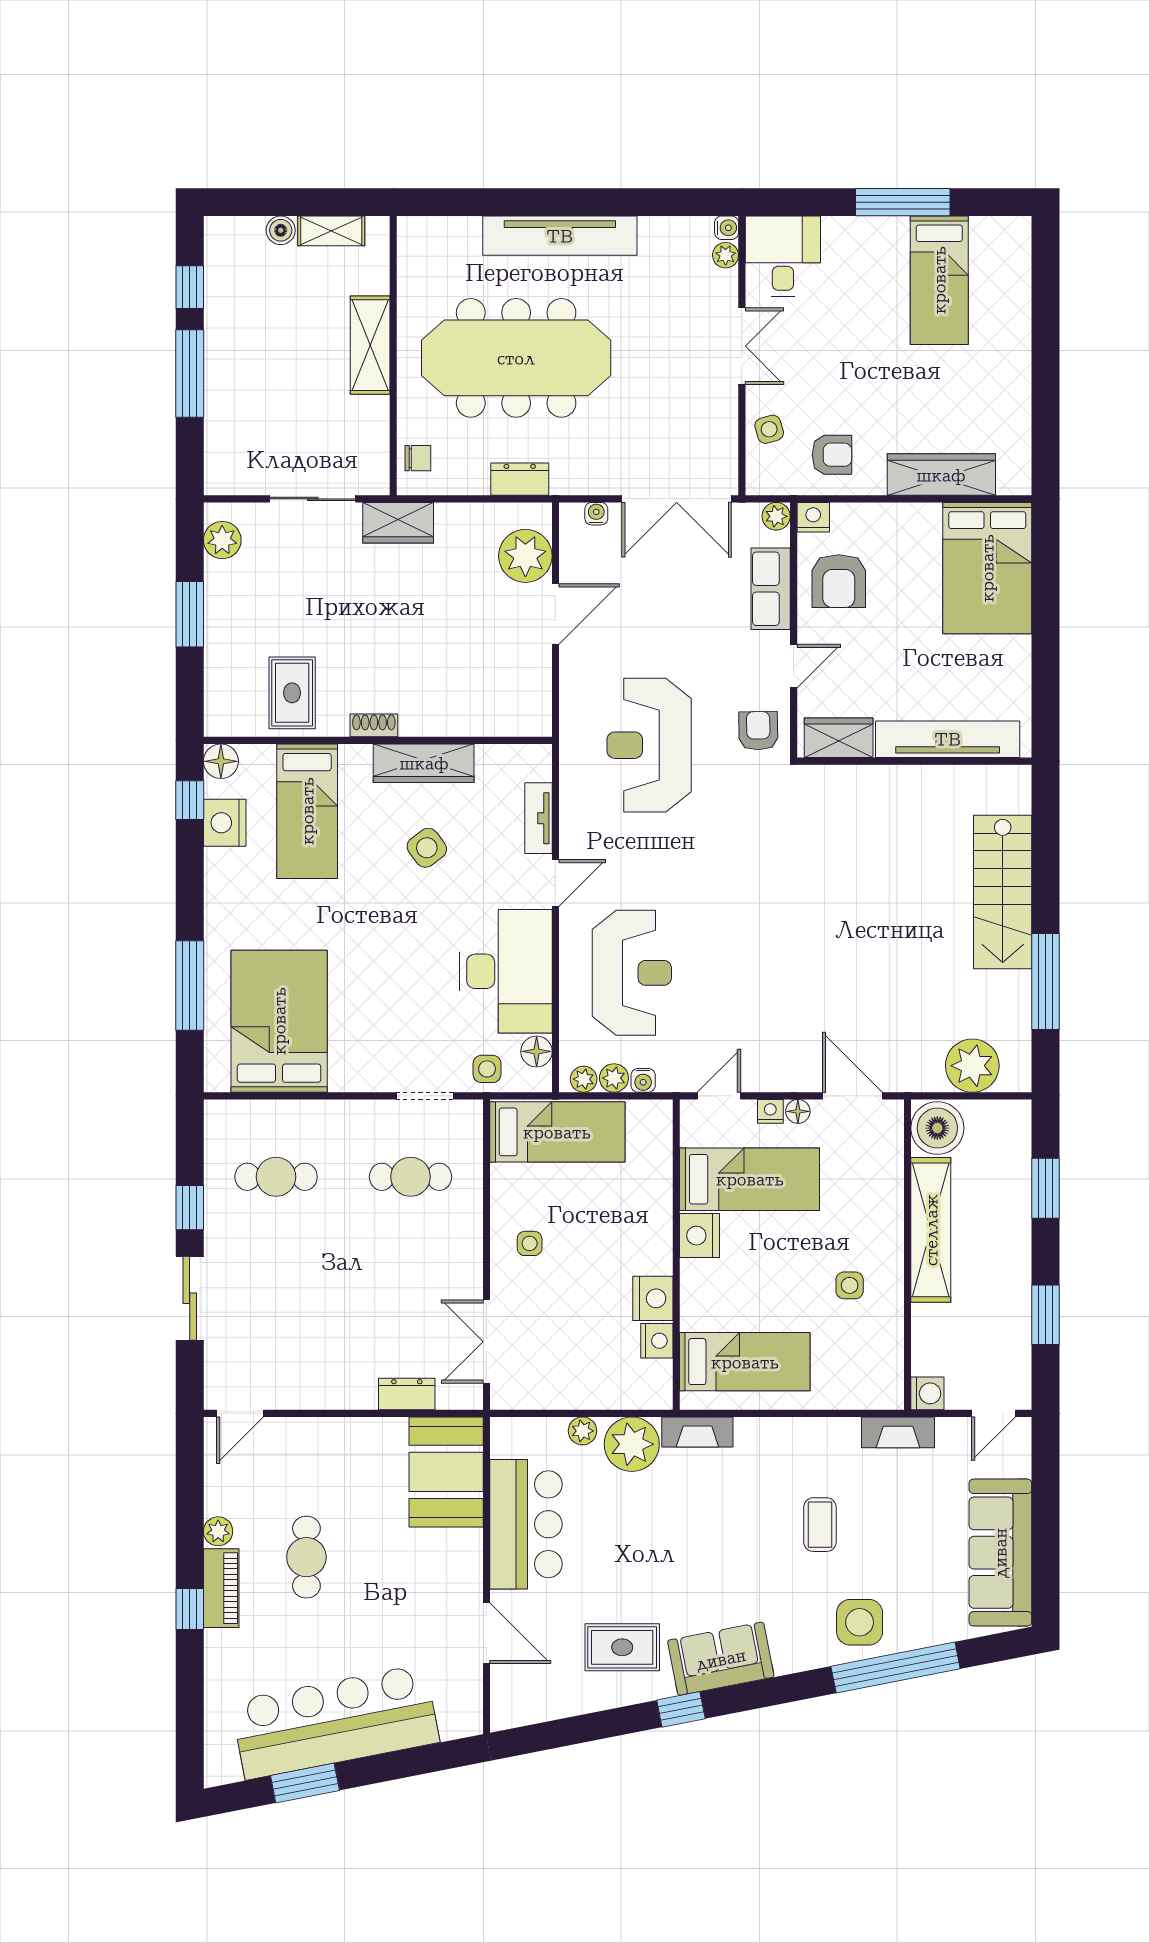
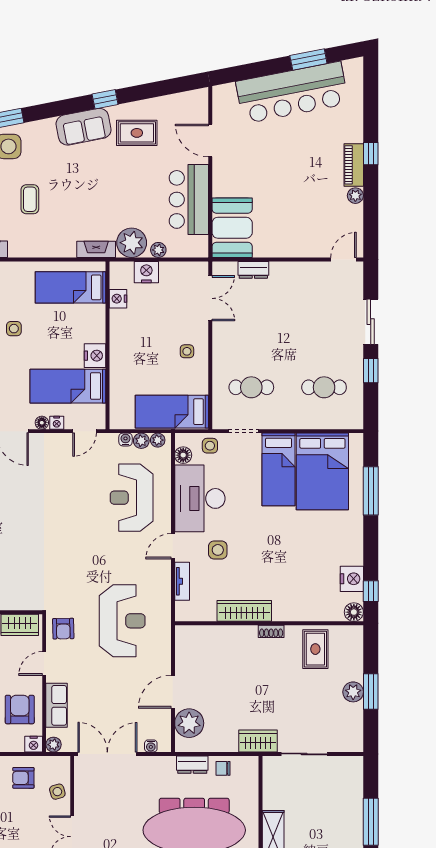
chair: (418, 458) -> (223, 768), moved
plant: (222, 540) -> (353, 692), moved
bed: (307, 811) -> (279, 469), moved, turned 180
side table: (427, 848) -> (218, 550), moved, turned 37
nightstand: (653, 1298) -> (146, 272), moved, turned 90
cafe table: (306, 1557) -> (308, 182), removed

